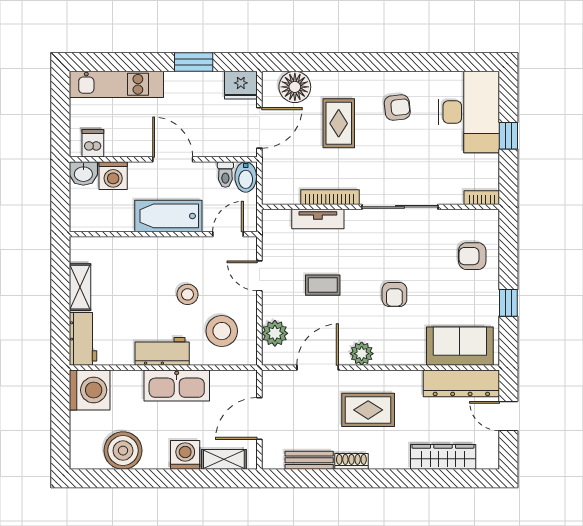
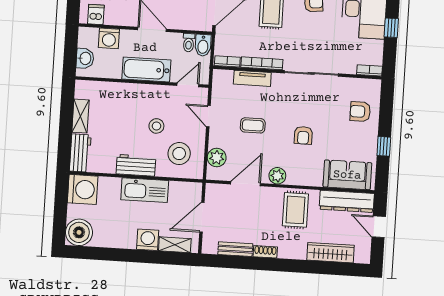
washbasin: (83, 173) -> (85, 58), moved, turned -90
bookcase: (281, 198) -> (227, 61), added
rug: (368, 410) -> (295, 210), moved, turned 90
boiler: (123, 451) -> (79, 232), moved

